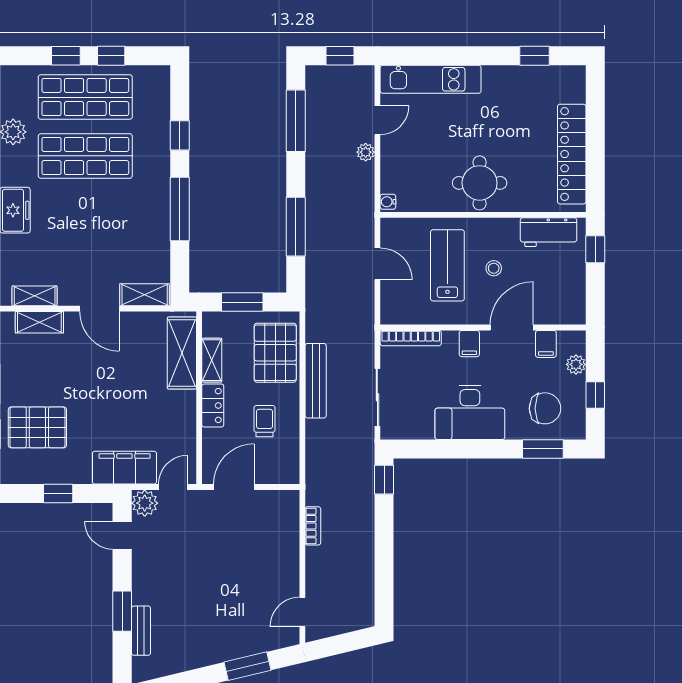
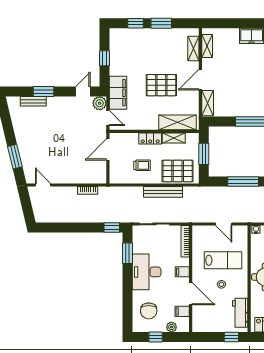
door: (377, 264) -> (224, 224), hinge flipped
pallet: (37, 427) -> (161, 85), moved, turned 90
window: (543, 449) -> (128, 253), moved
door: (234, 487) -> (108, 149), swing flipped

